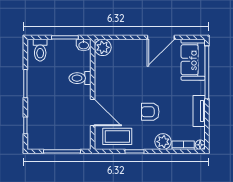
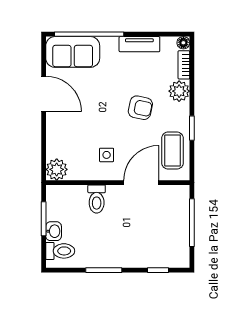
washbasin: (84, 45) -> (54, 231), moved
side table: (114, 86) -> (107, 155), added
armchair: (150, 112) -> (140, 108), turned -78

